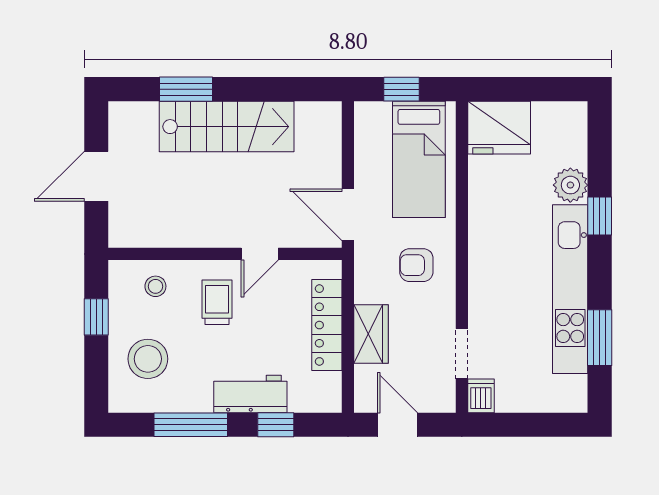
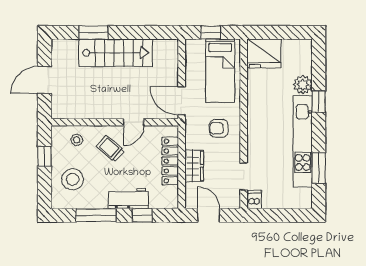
trolley: (217, 302) -> (110, 149), turned -50

